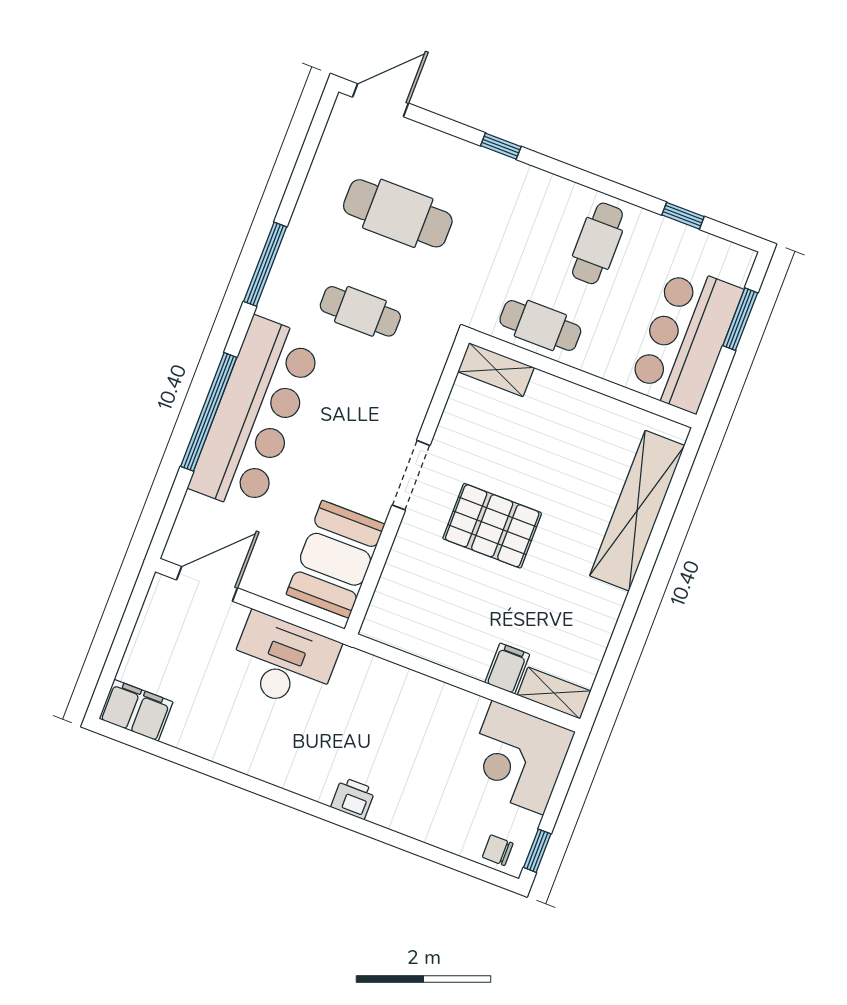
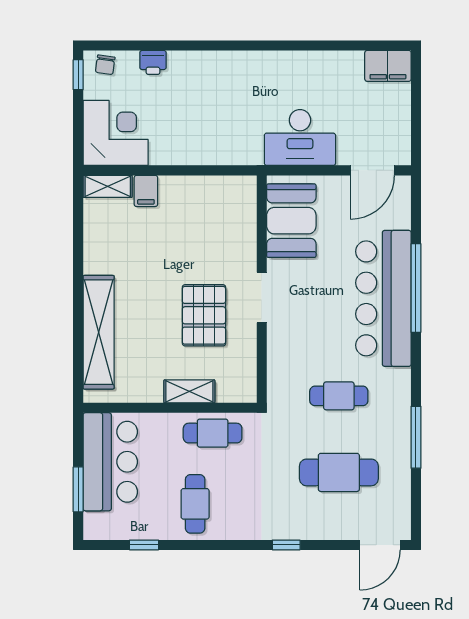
window: (265, 264) -> (416, 437), moved
shelving: (496, 370) -> (189, 391), moved
pallet: (492, 526) -> (204, 315), moved, turned 90
printer: (353, 798) -> (153, 62), moved
chair: (498, 850) -> (105, 65), turned 98

